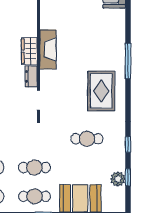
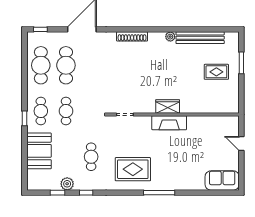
dresser: (31, 76) -> (146, 108), removed
plant: (118, 179) -> (67, 184), moved

